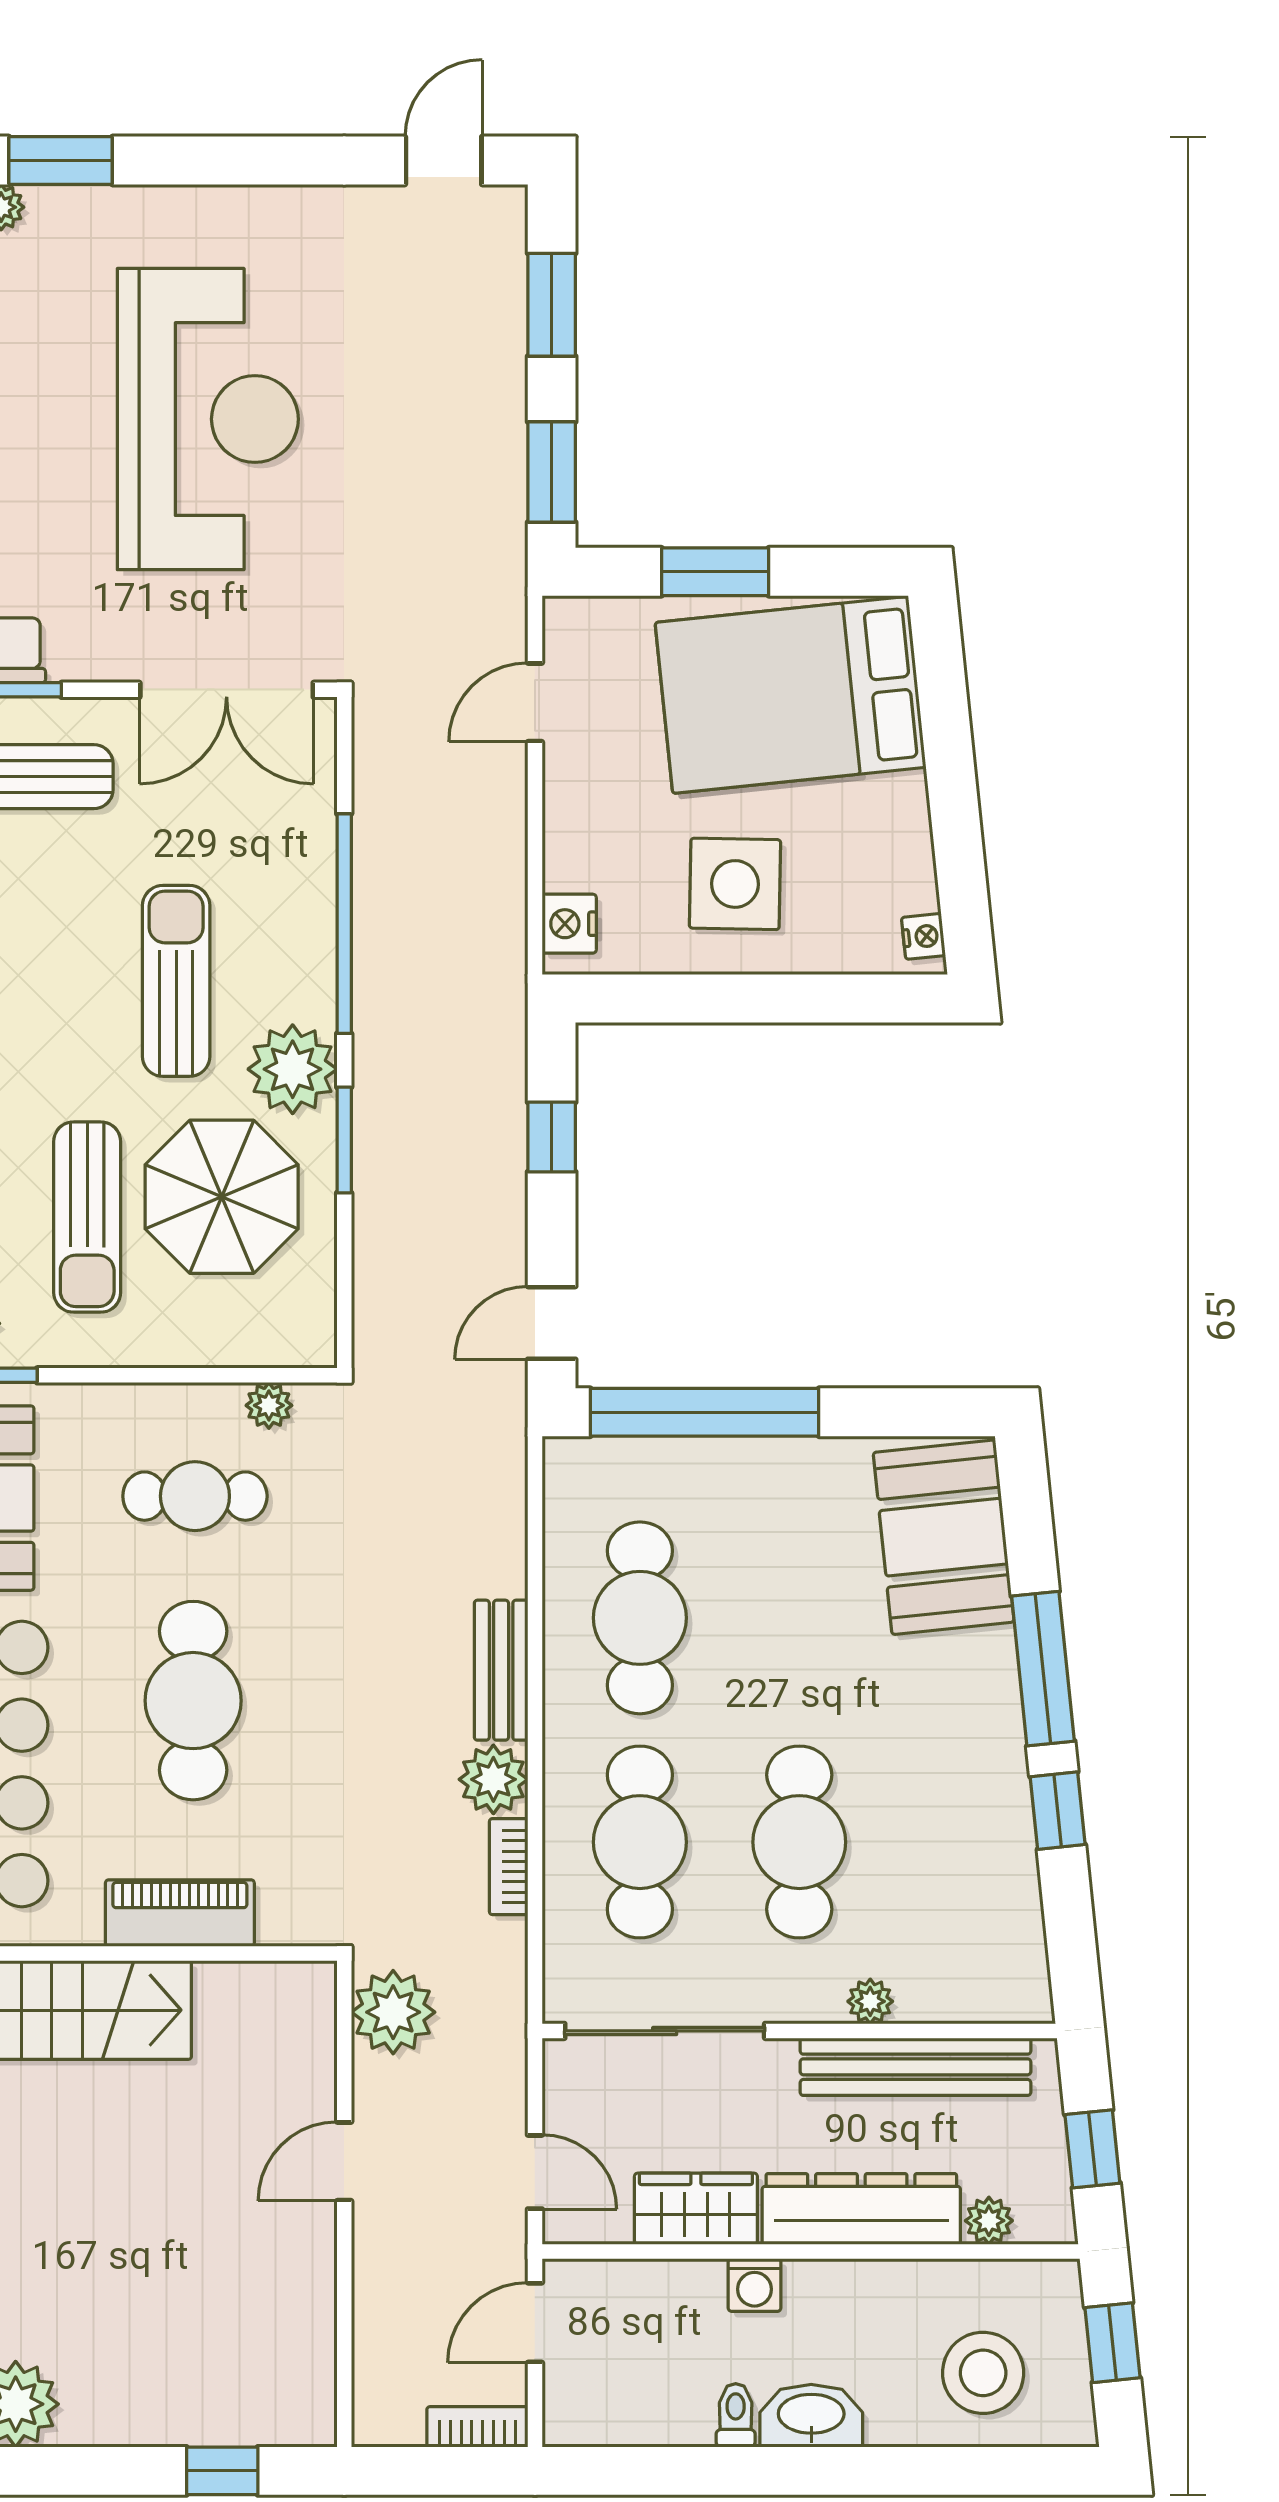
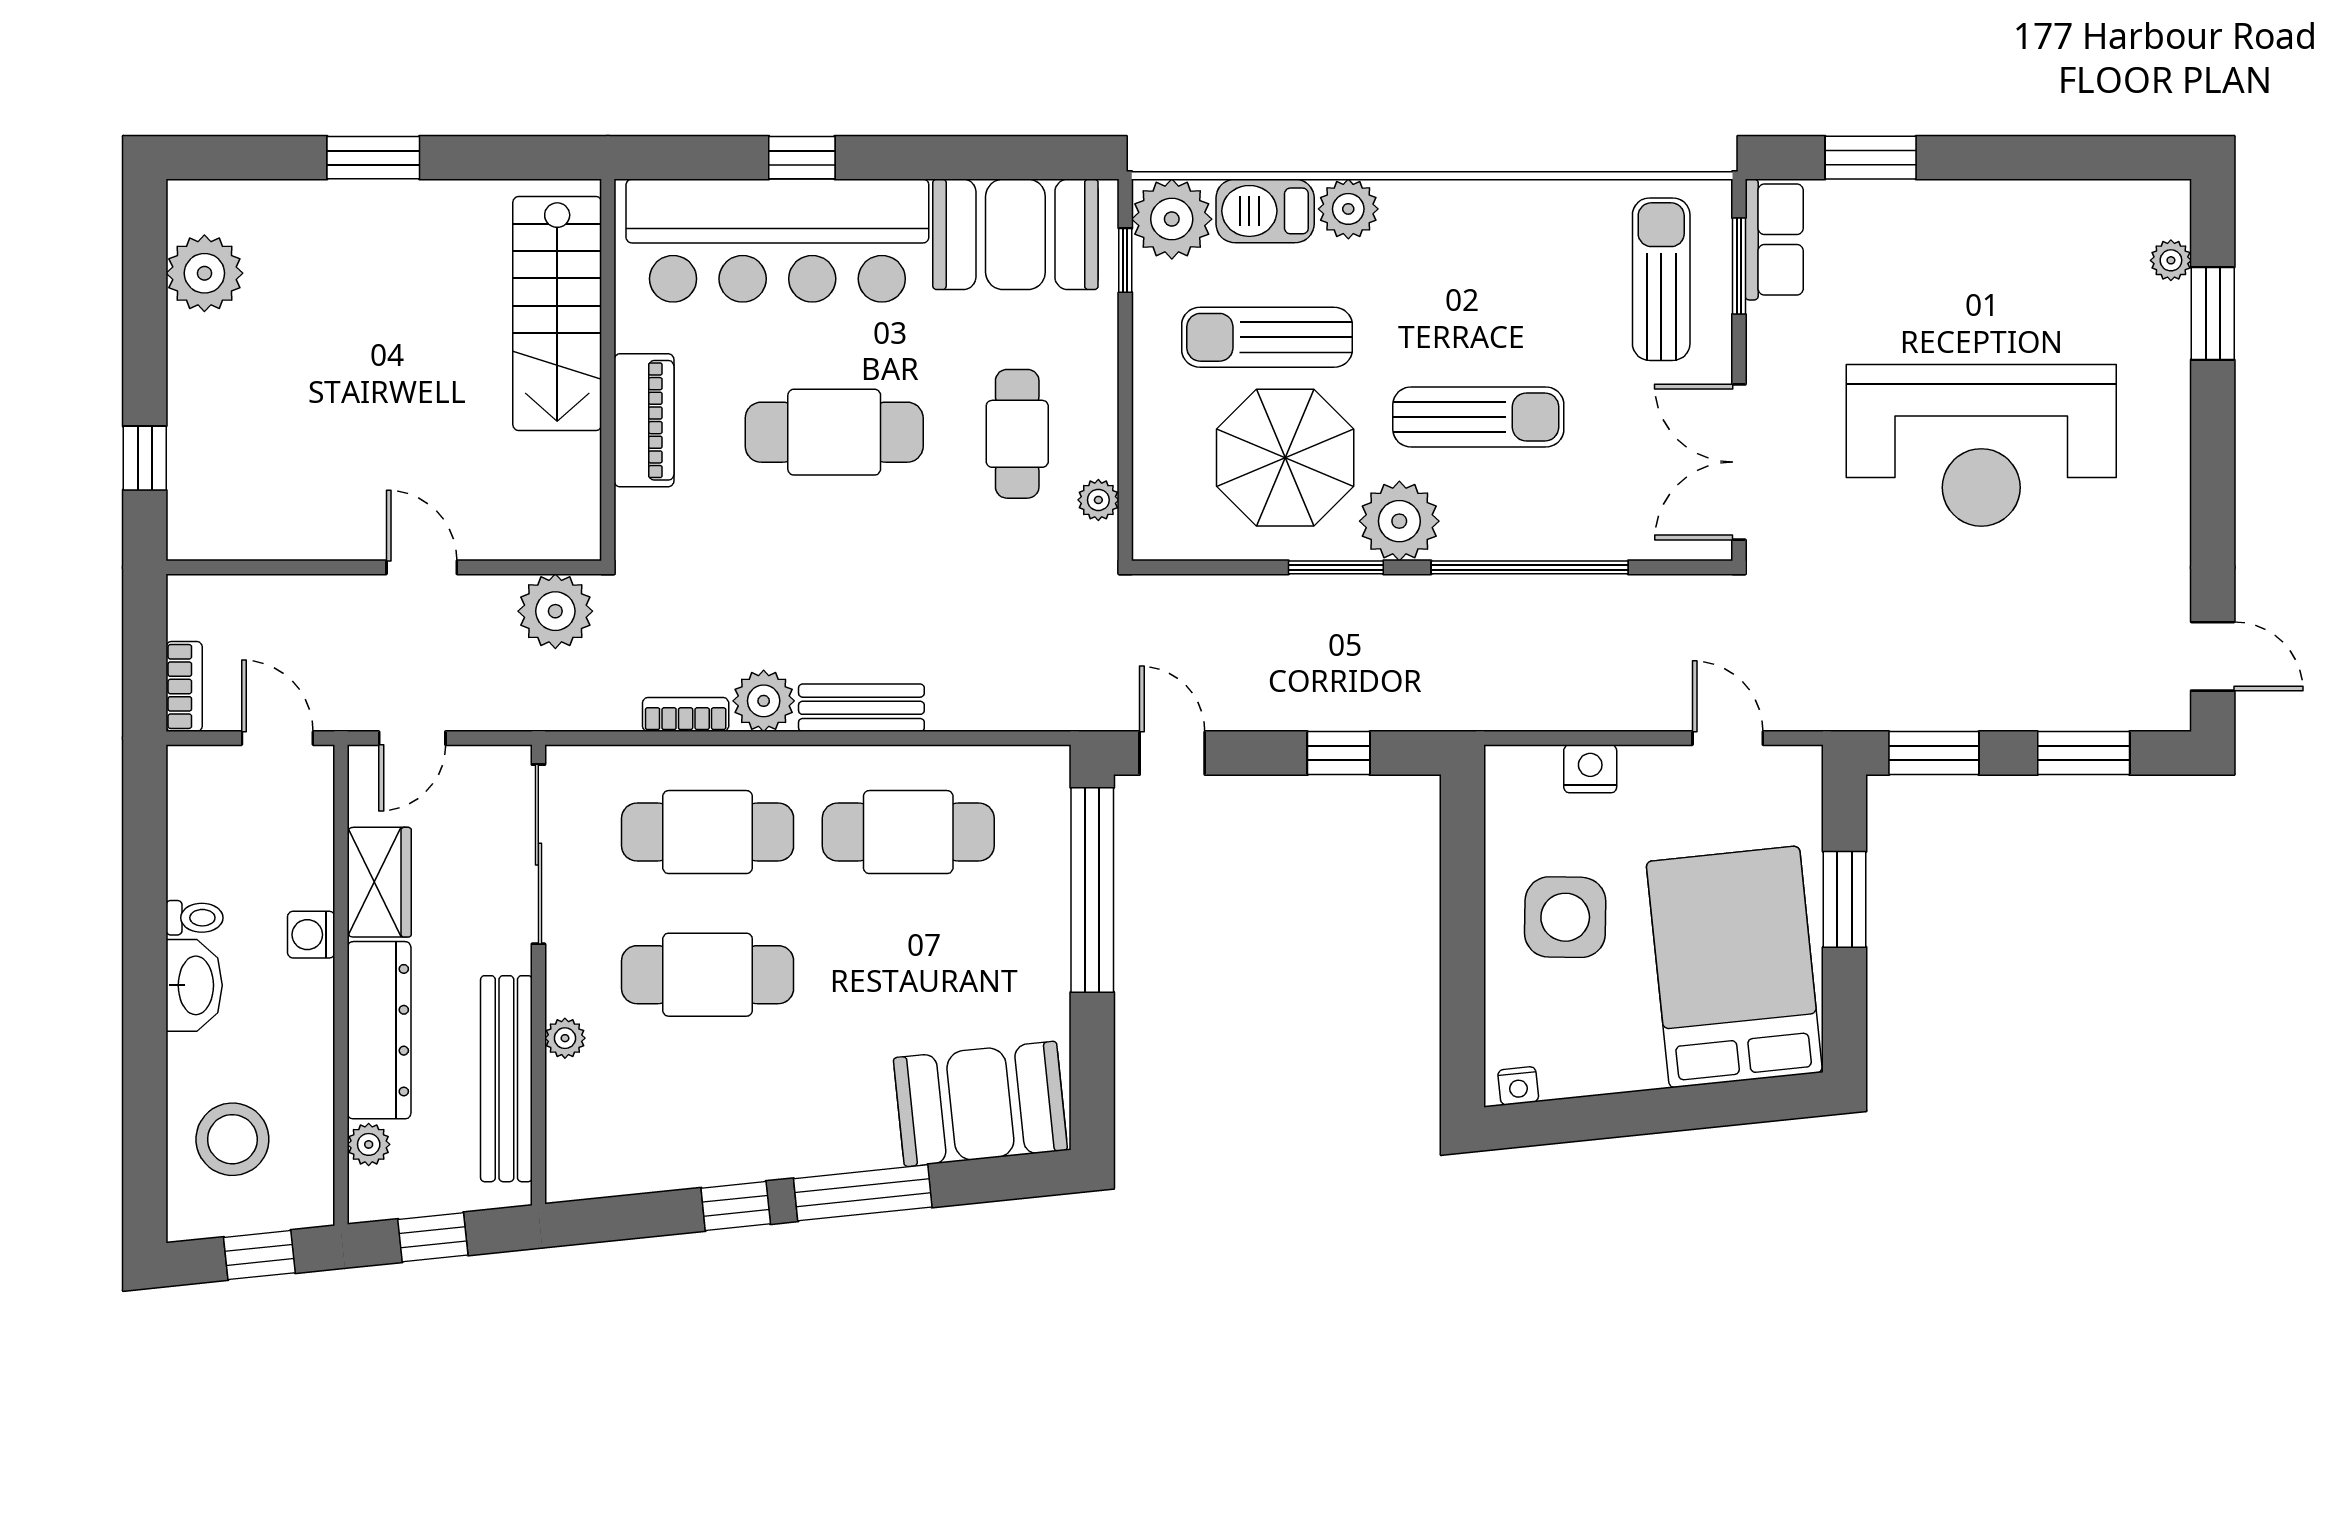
nightstand: (569, 924) -> (1590, 769), moved

